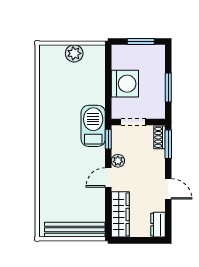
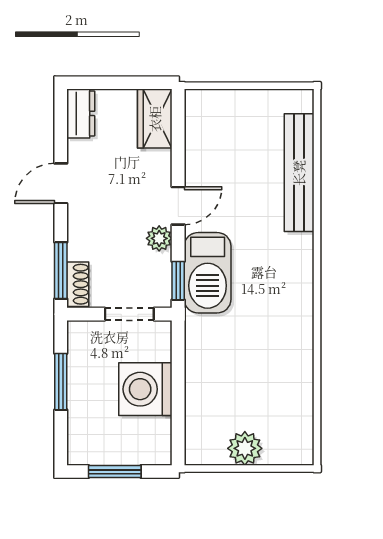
barbecue: (93, 126) -> (208, 273), moved
door: (168, 189) -> (61, 183), hinge flipped
wardrobe: (120, 214) -> (155, 119), width x0.67
bench: (75, 230) -> (299, 173), moved, turned 90

